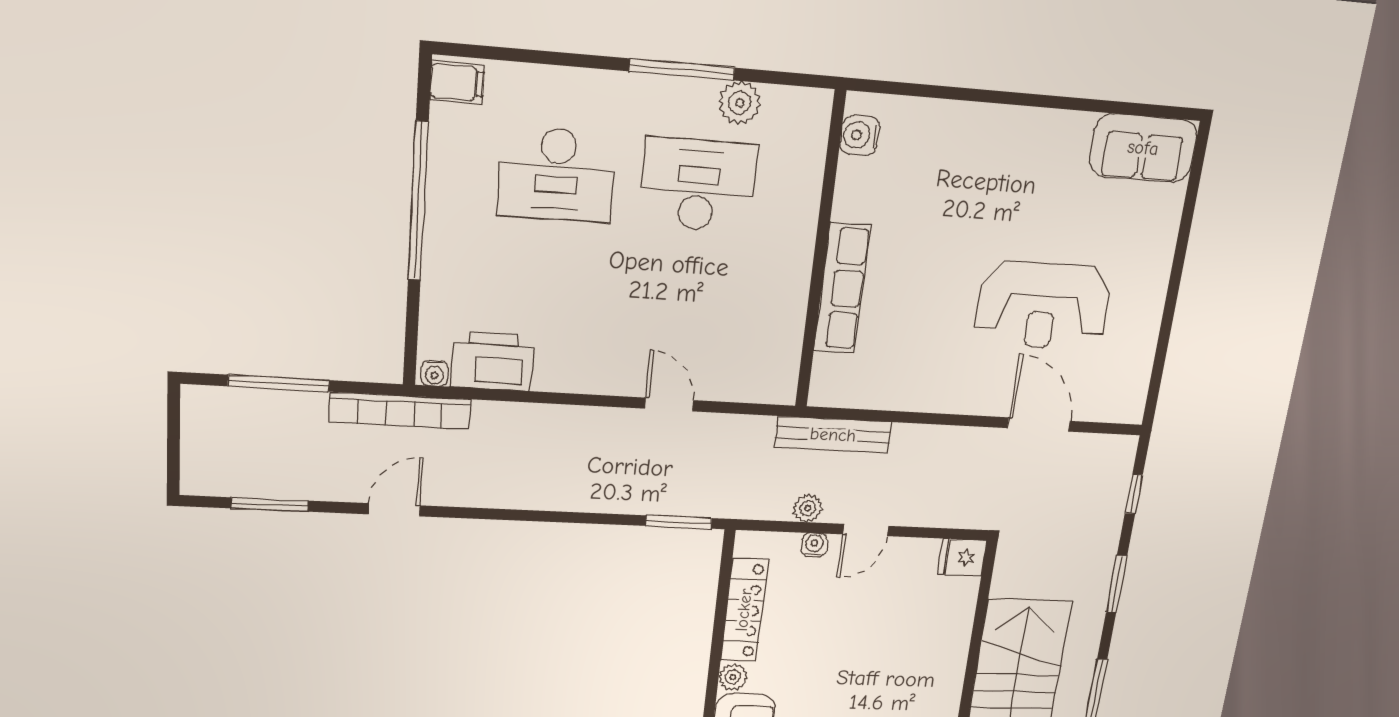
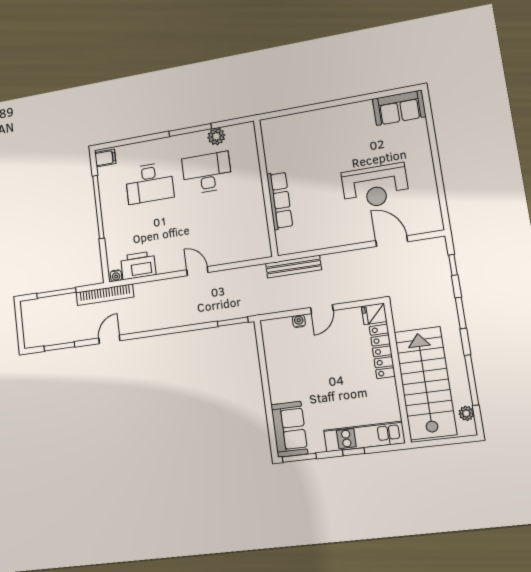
water cooler: (860, 135) -> (270, 136), removed
door: (669, 404) -> (197, 271), moved
plant: (808, 508) -> (291, 304), removed
locker: (744, 610) -> (382, 351), moved, turned 180
plant: (733, 677) -> (277, 395), removed

